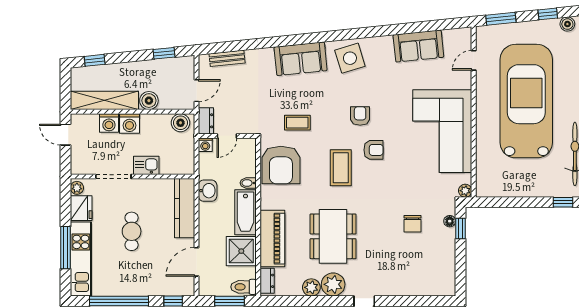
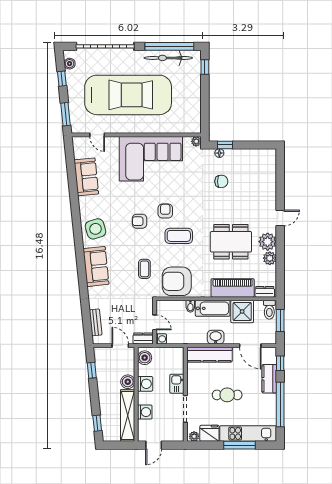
car: (526, 101) -> (128, 95), turned 180
washing machine: (129, 123) -> (145, 384), moved
armchair: (281, 165) -> (177, 281), turned 180
washbasin: (208, 191) -> (216, 337), moved
kitchen counter: (153, 287) -> (269, 379), added

